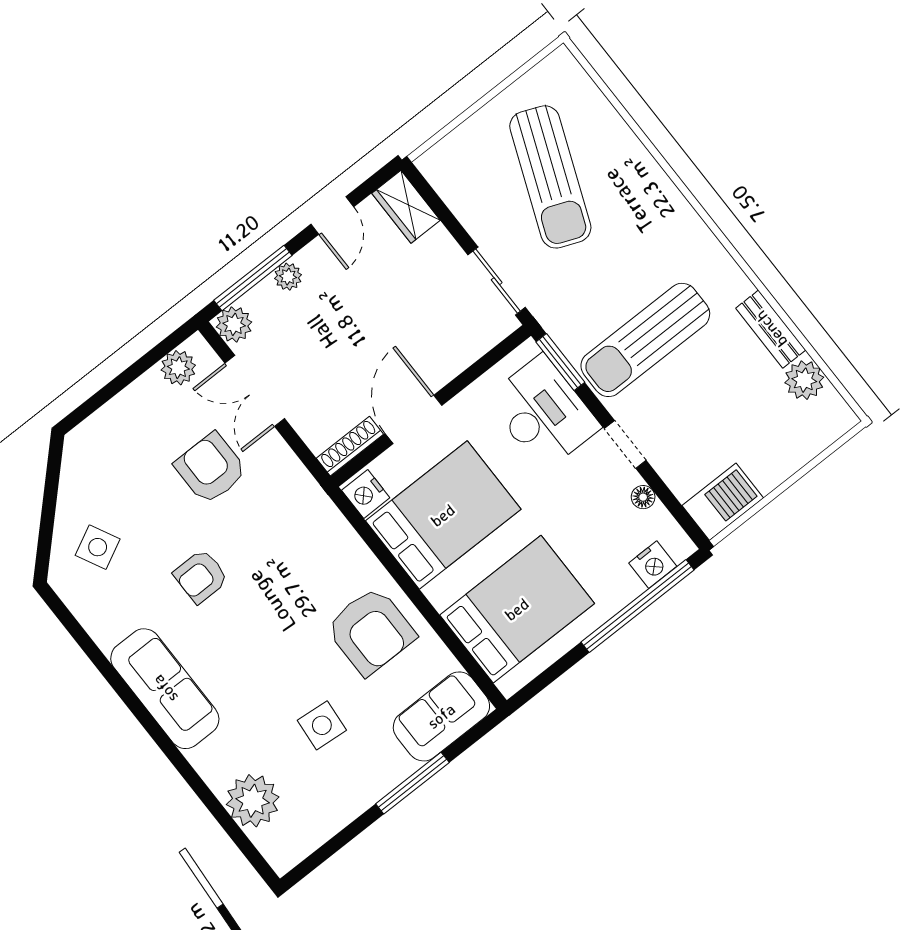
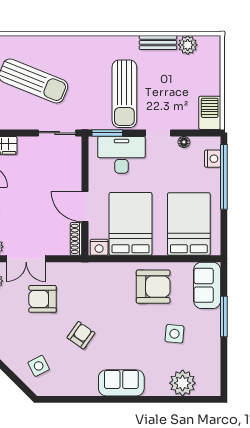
armchair: (201, 576) -> (81, 335), turned -145
sofa: (165, 689) -> (121, 383), width x0.73

